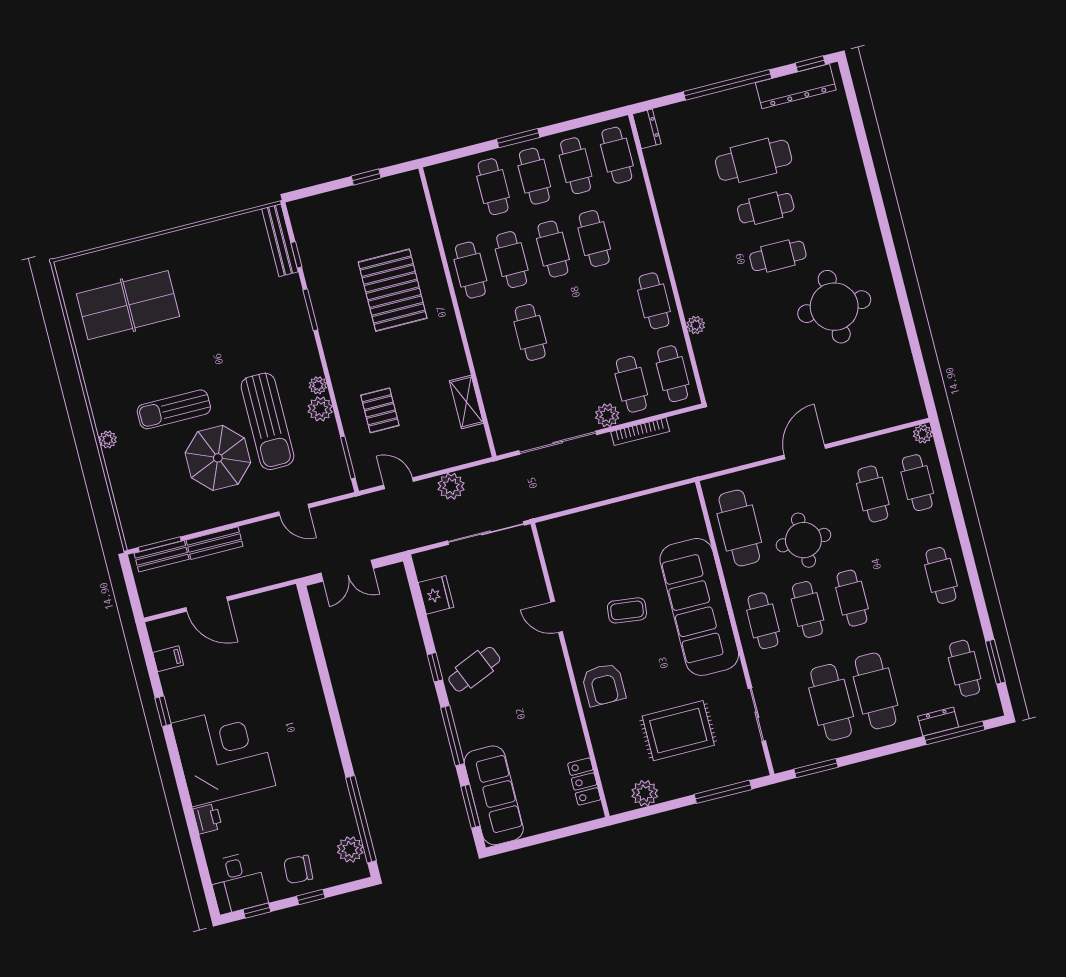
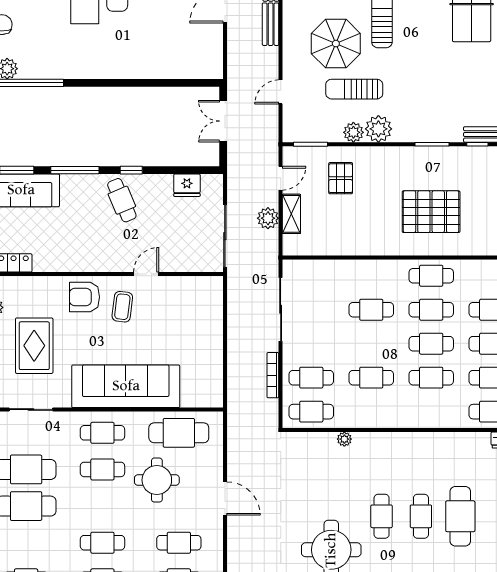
cafe table: (654, 301) -> (371, 378), moved
plant: (318, 385) -> (378, 129), width x1.87, depth x1.87
shelving: (466, 402) -> (291, 214), moved, turned 90
pallet: (380, 410) -> (341, 178), turned 90
plant: (607, 415) -> (292, 353), removed
sun lounger: (267, 421) -> (354, 89), width x0.73, depth x0.75
cafe table: (852, 598) -> (102, 543), moved
coffee table: (627, 610) -> (122, 307), moved

